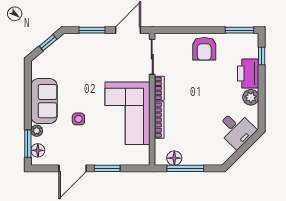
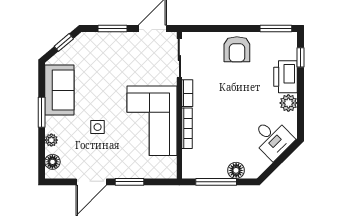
sofa: (44, 101) -> (59, 90), moved
window: (28, 144) -> (42, 112), moved
floor lamp: (174, 158) -> (236, 170), moved

